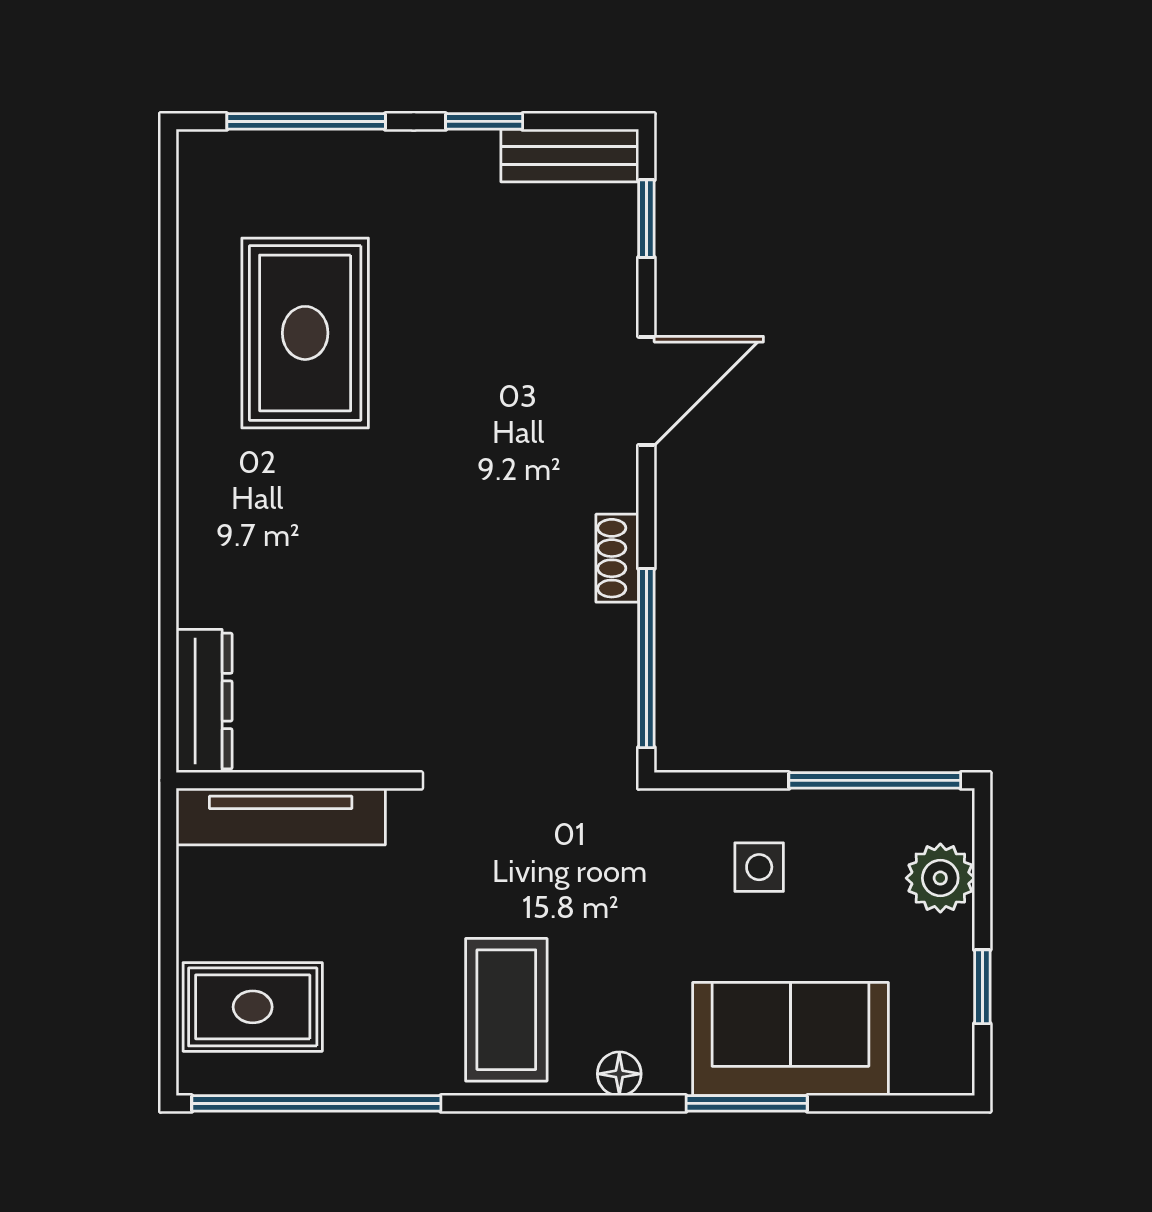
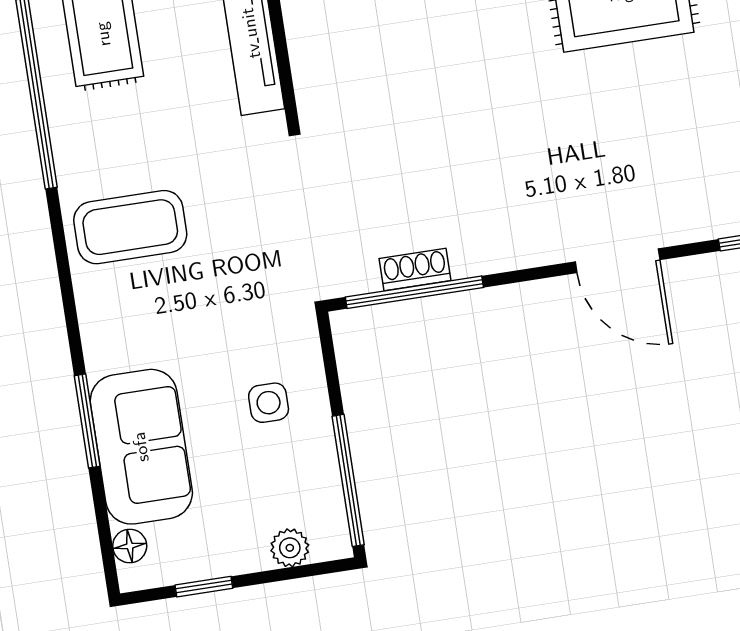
shoe rack: (617, 558) -> (415, 269), moved
plant: (940, 878) -> (290, 548), width x0.73, depth x0.73
floor lamp: (619, 1074) -> (130, 546), moved

